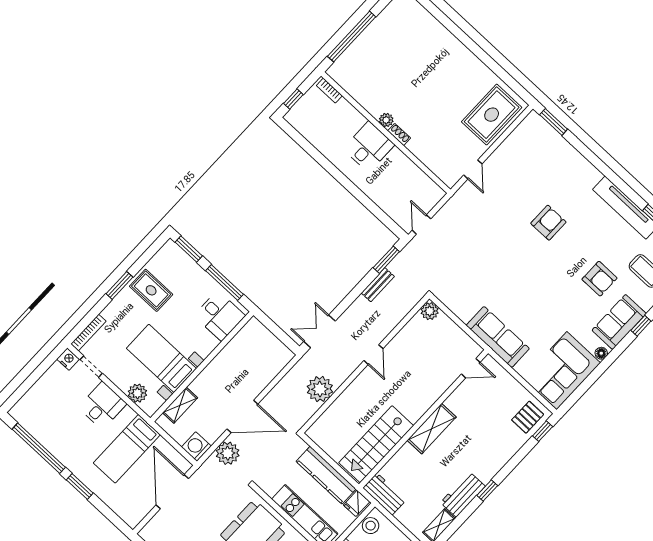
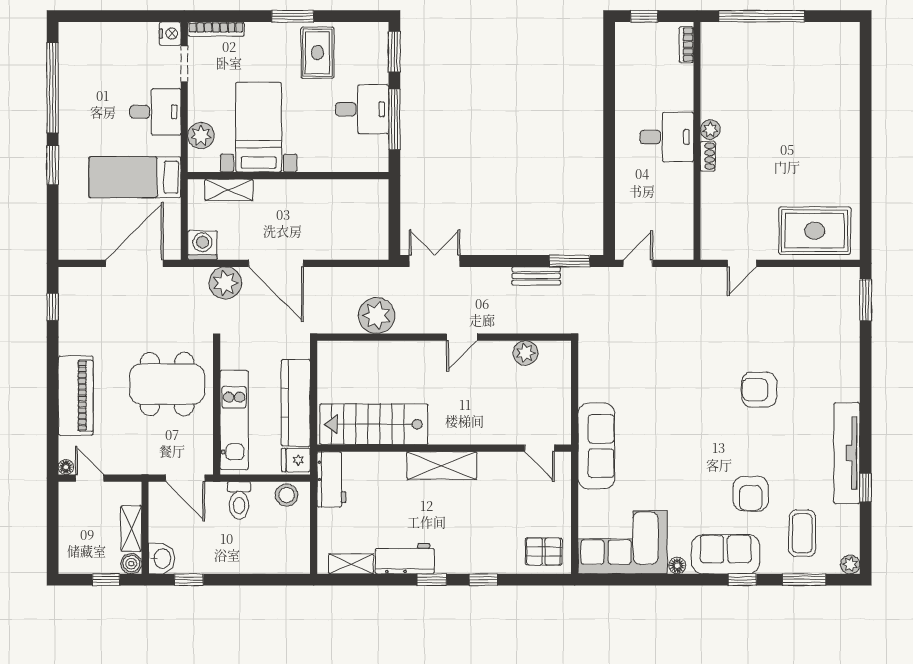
armchair: (548, 223) -> (759, 390), turned 180
plant: (430, 311) -> (525, 353), moved
desk: (220, 316) -> (362, 109), moved, turned -90
window: (543, 431) -> (483, 580), moved

